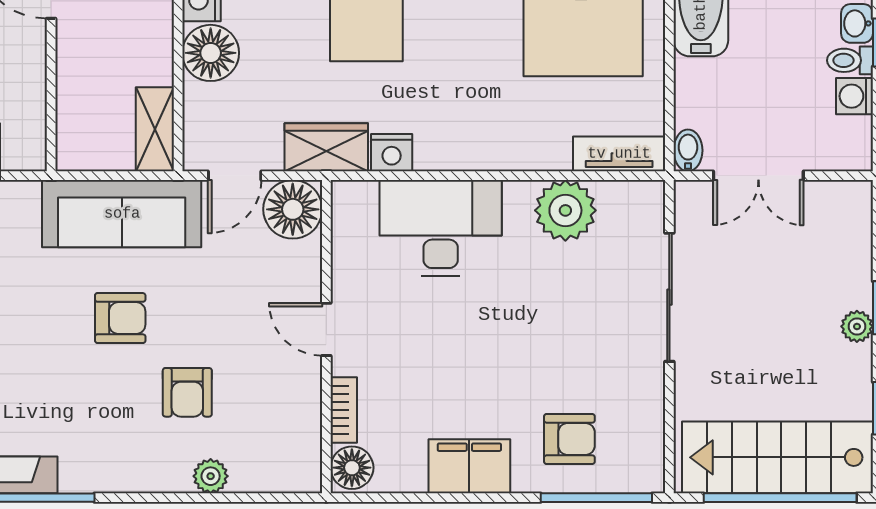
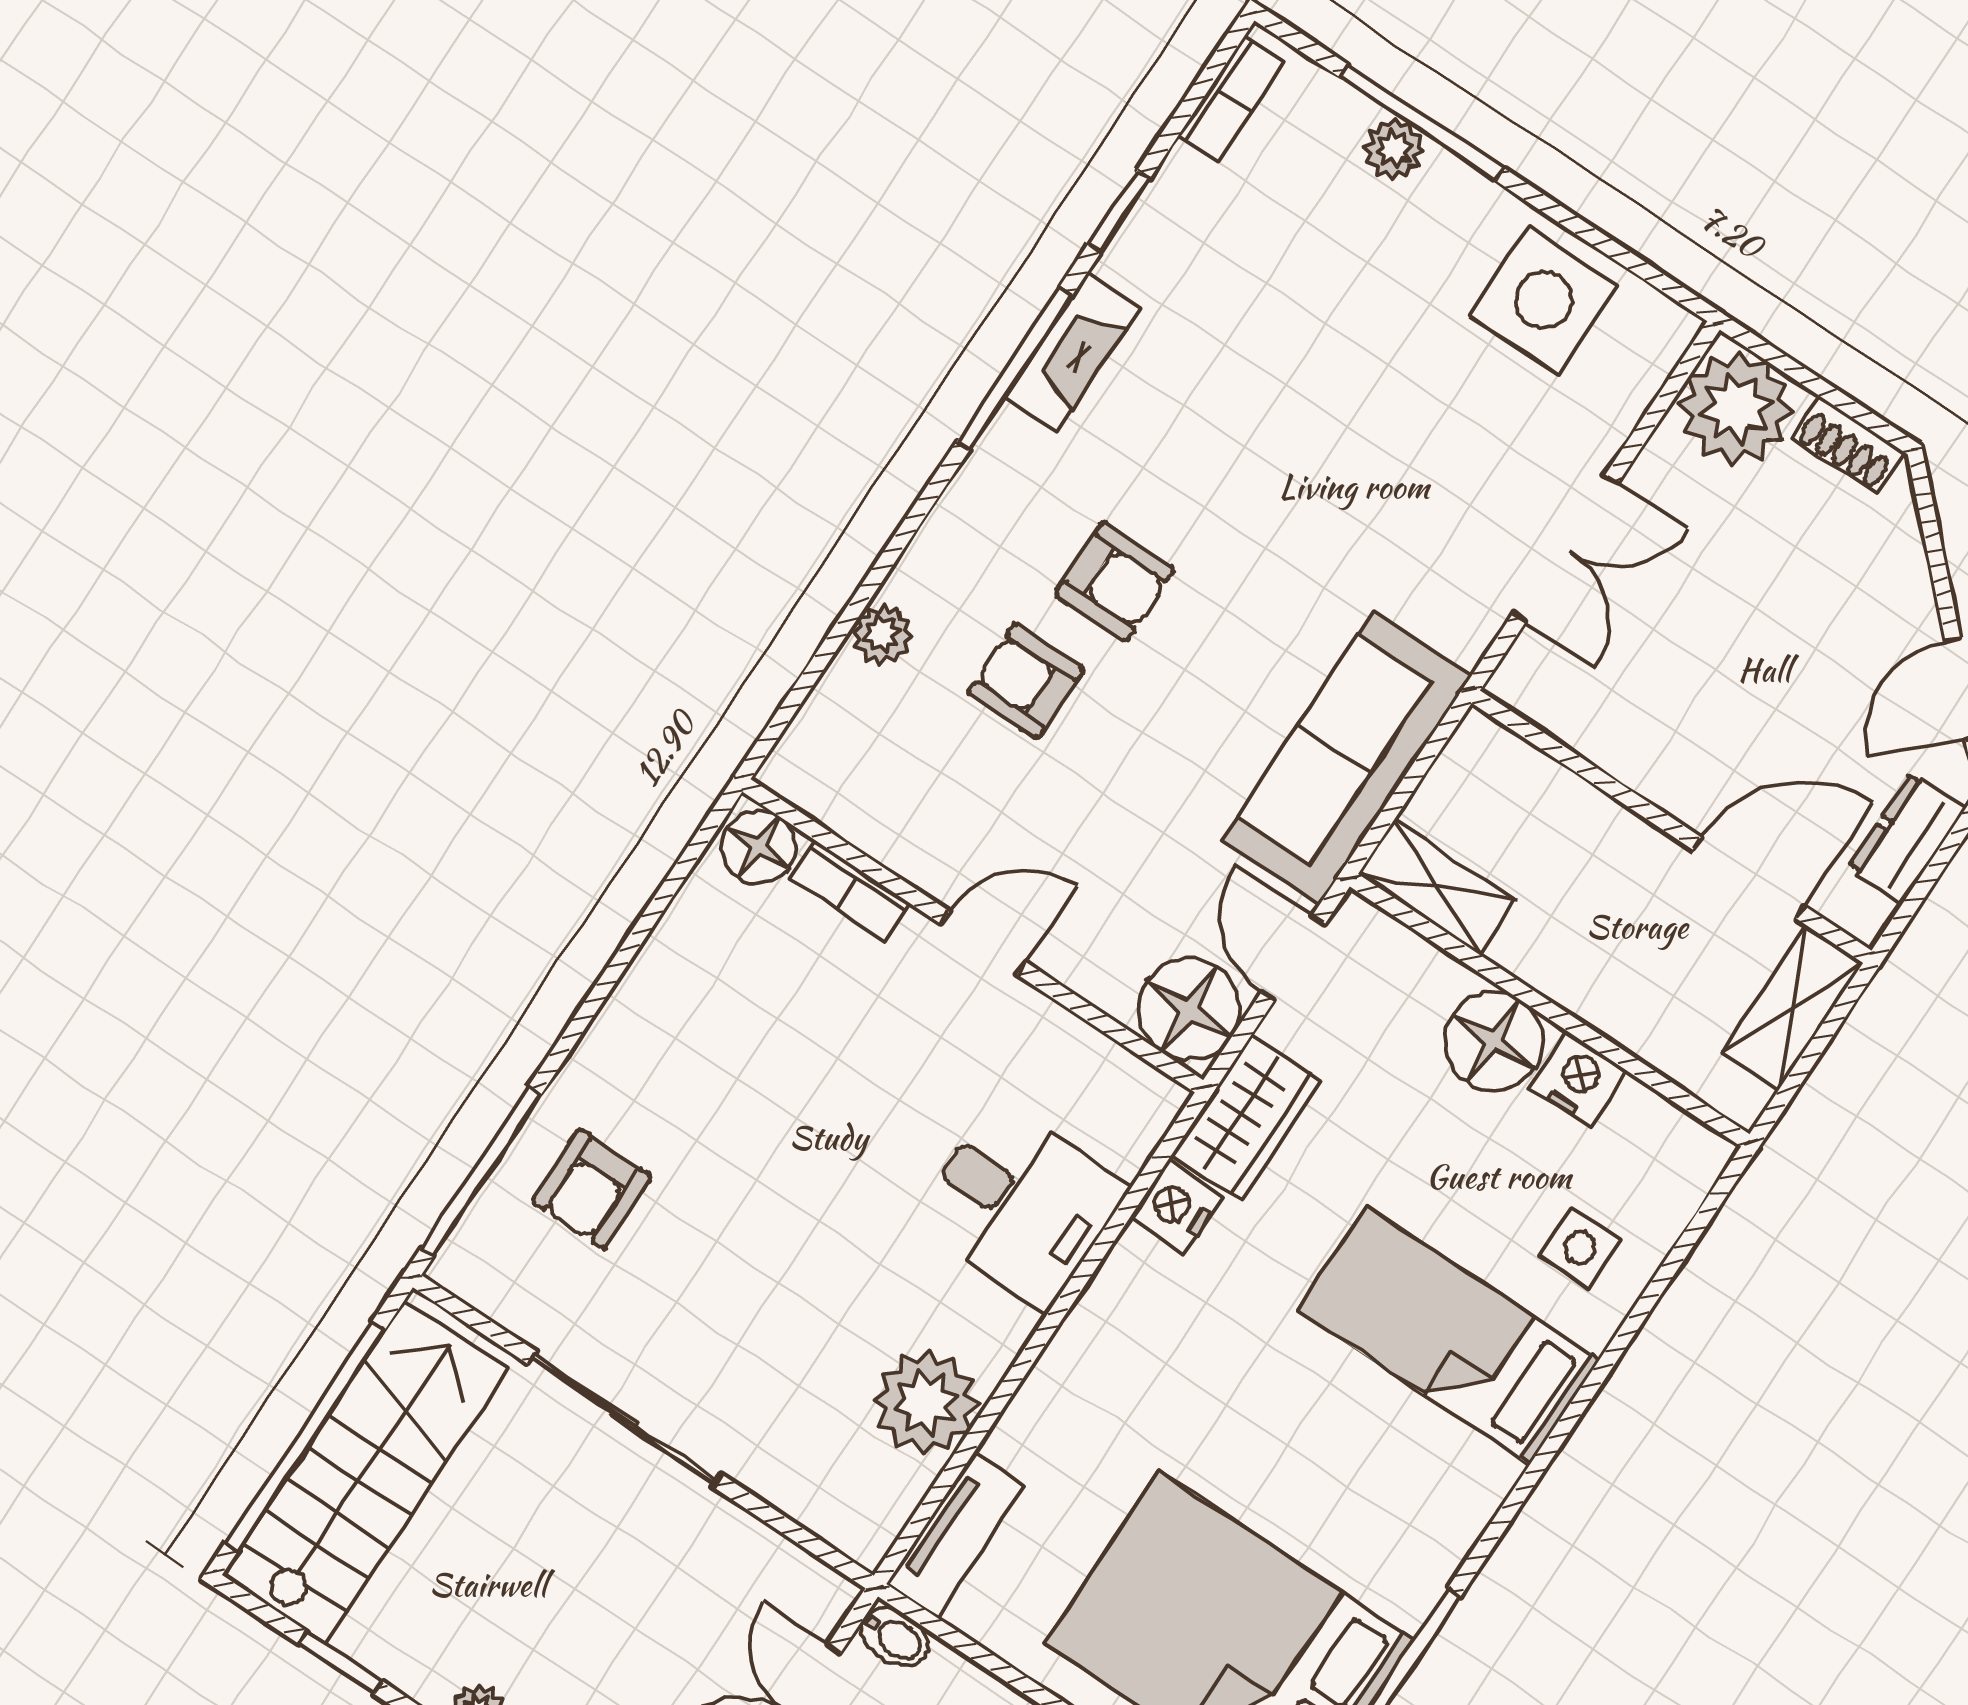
desk: (441, 228) -> (1020, 1205), width x0.73
sliding door: (669, 297) -> (625, 1419), moved
armchair: (120, 318) -> (1115, 581), moved, turned -90
filing cabinet: (469, 466) -> (648, 1018), removed

